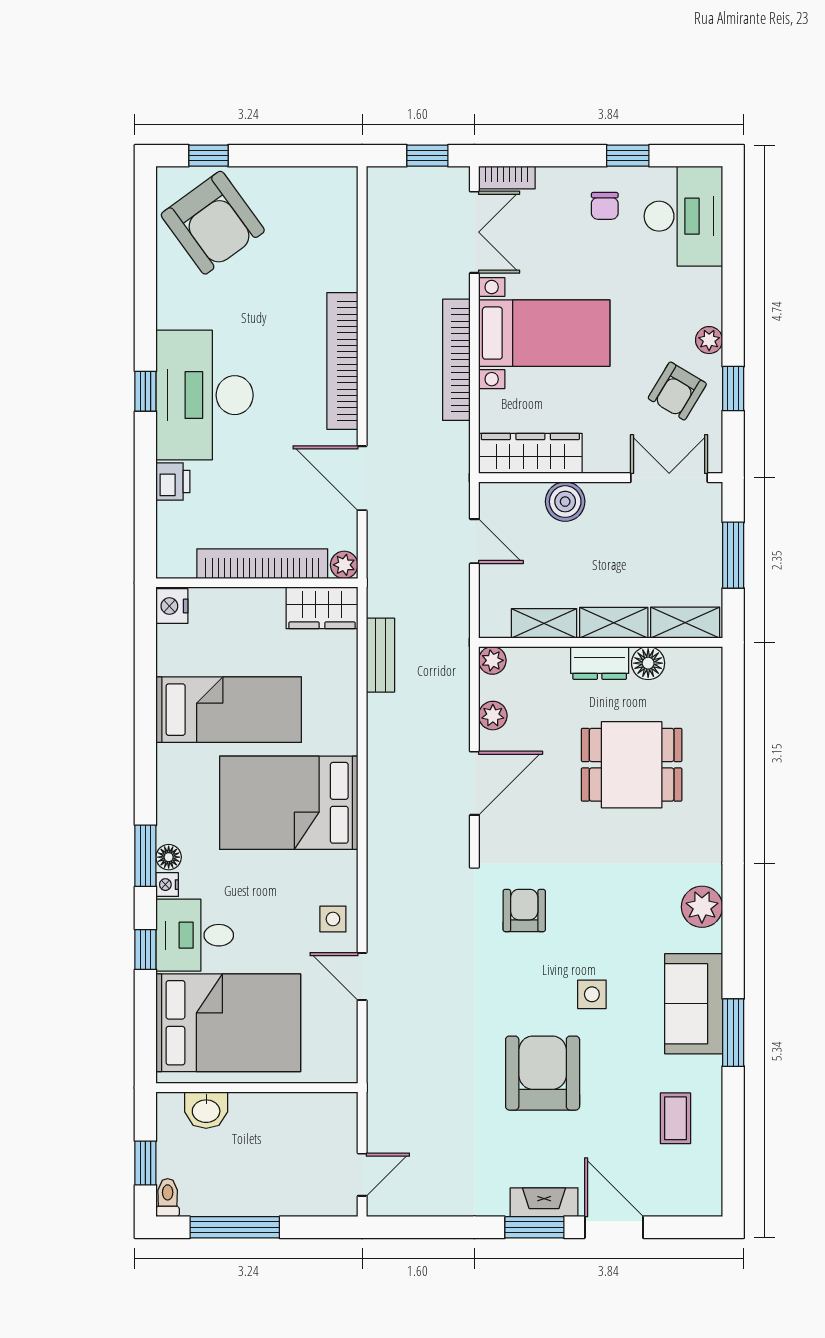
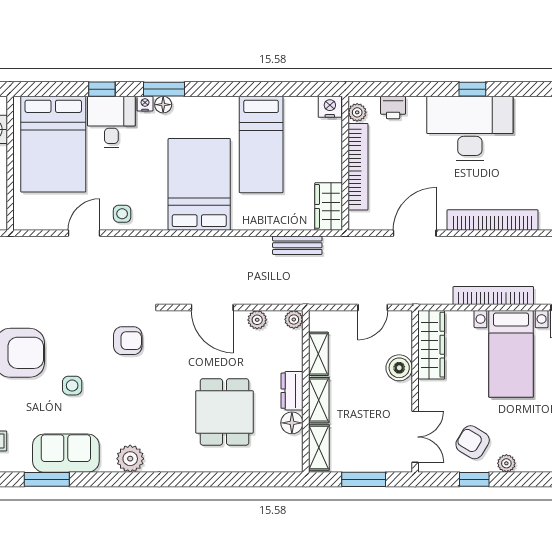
printer: (173, 481) -> (393, 107), moved
plant: (344, 565) -> (357, 112), moved

